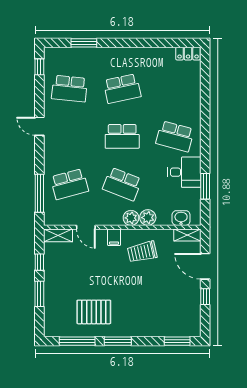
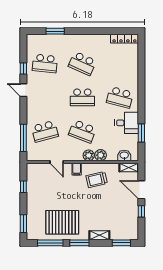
locker: (188, 54) -> (124, 39), width x1.53
window: (39, 67) -> (23, 69), moved
school desk: (122, 89) -> (82, 63), turned 36
shelving: (58, 235) -> (99, 235), moved
window: (39, 294) -> (23, 224), moved
pallet: (94, 312) -> (62, 222), width x1.37, depth x1.41

